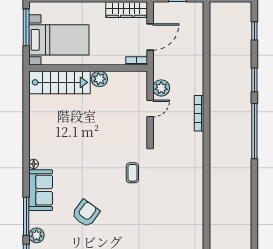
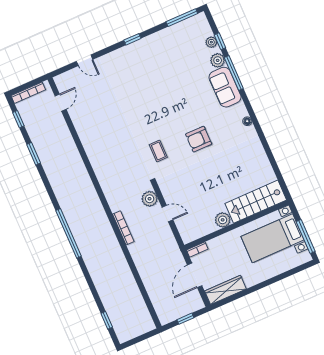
window: (254, 80) -> (34, 154), moved
plant: (161, 88) -> (150, 199), moved
door: (150, 108) -> (167, 213), swing flipped
sofa: (41, 190) -> (225, 87), moved
armchair: (86, 213) -> (199, 139), moved, turned 54

